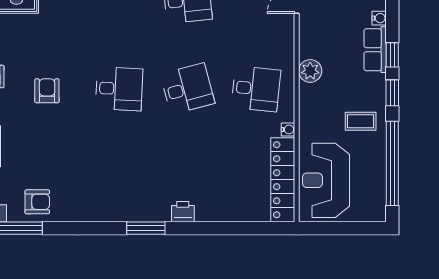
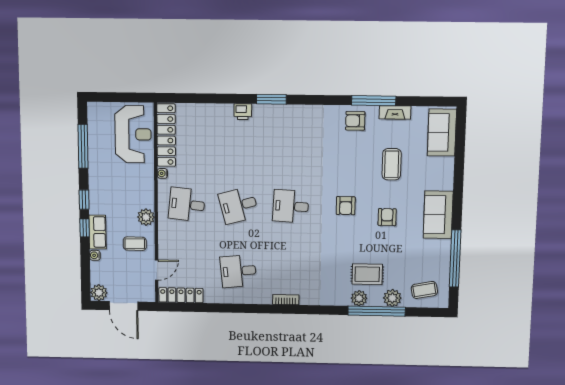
coffee table: (361, 121) -> (135, 244), moved
window: (392, 163) -> (83, 146), width x0.68

